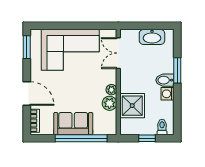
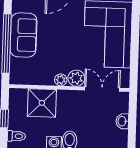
washbasin: (152, 37) -> (122, 121), width x0.52, depth x0.69
plant: (109, 103) -> (76, 78), moved

